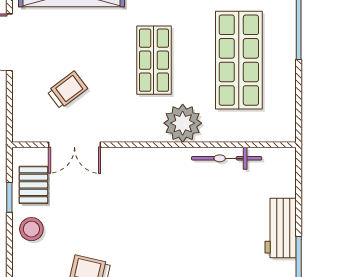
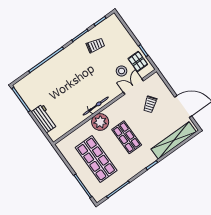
bicycle: (227, 158) -> (96, 106), moved
workbench: (281, 228) -> (44, 118), moved
stool: (31, 229) -> (122, 71), moved

